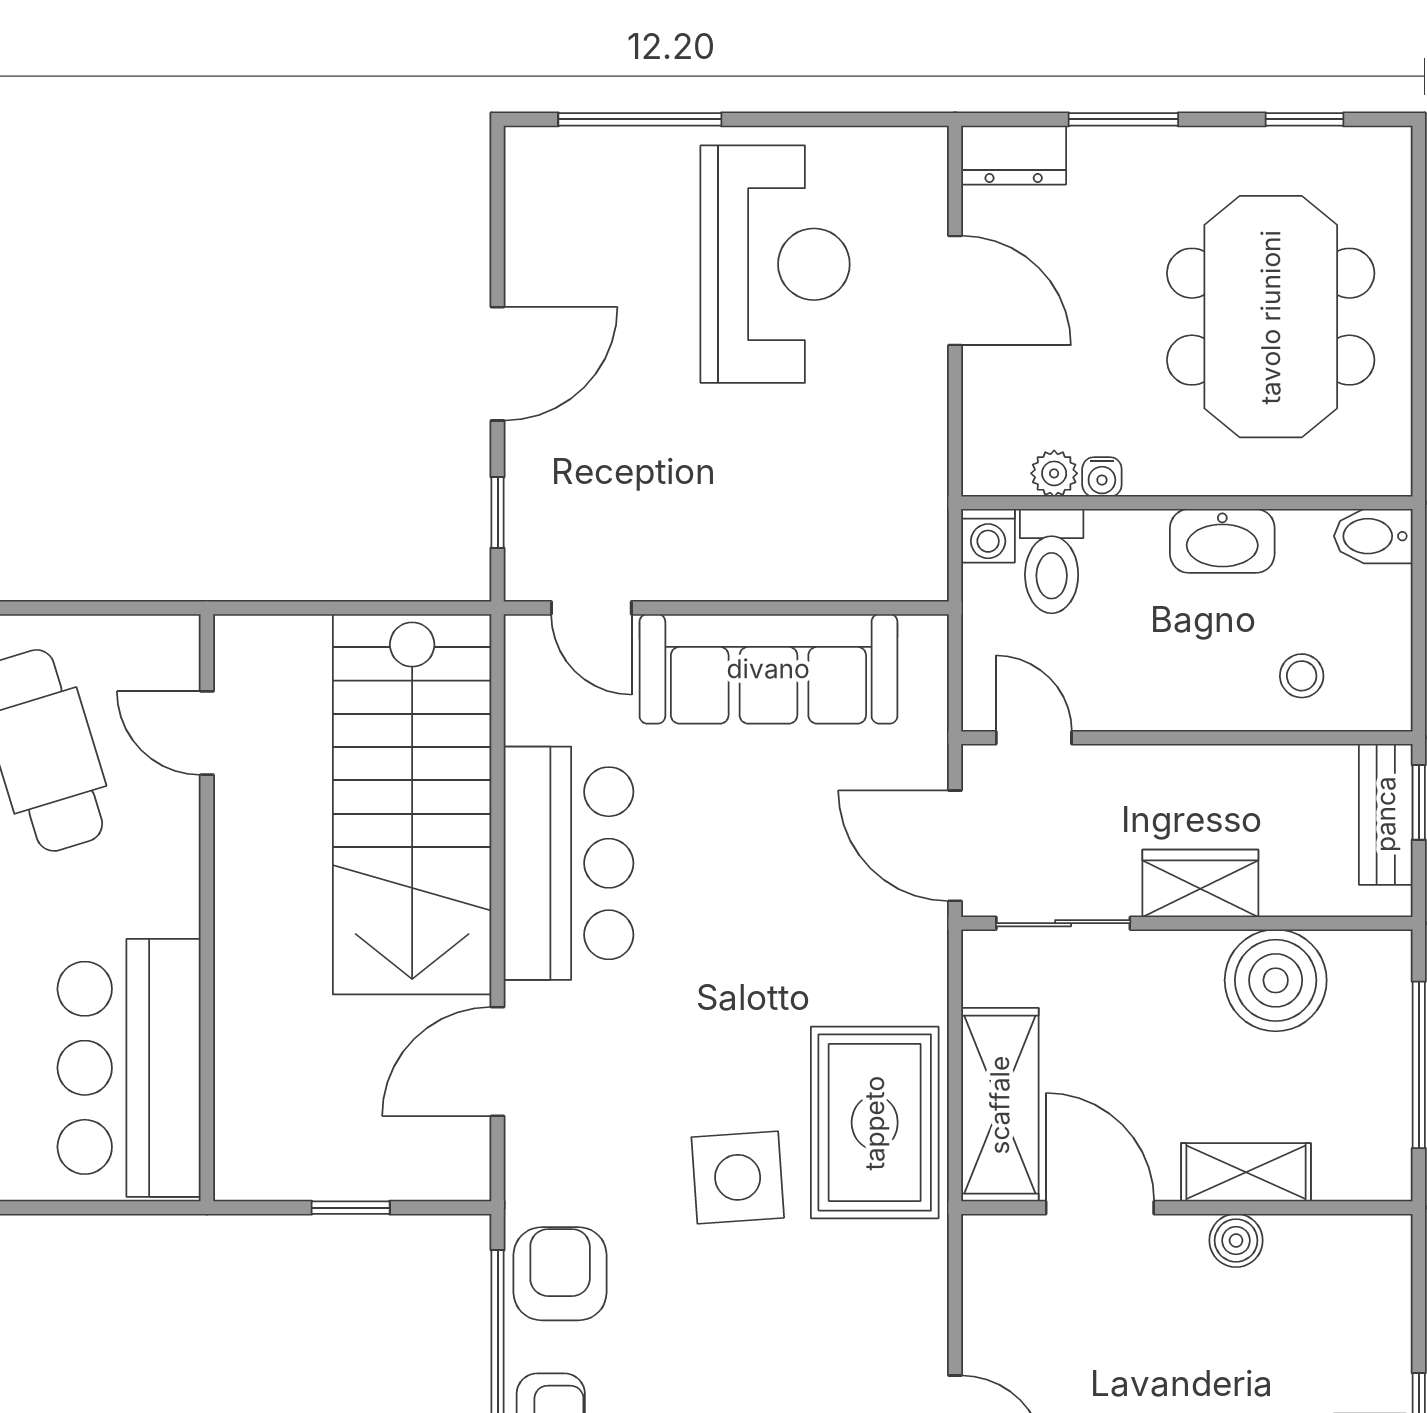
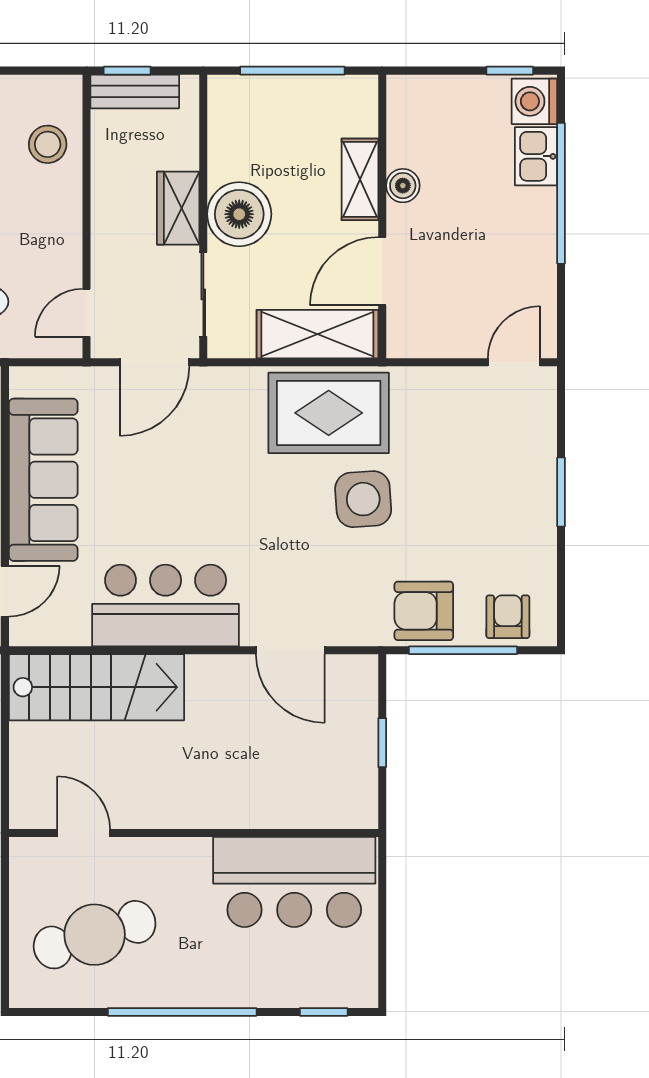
stool: (1302, 676) -> (48, 144), width x1.37, depth x1.37
door: (207, 733) -> (84, 833), swing flipped
stairs: (412, 804) -> (97, 687), width x0.73, depth x0.66
boiler: (1276, 980) -> (239, 214), moved

